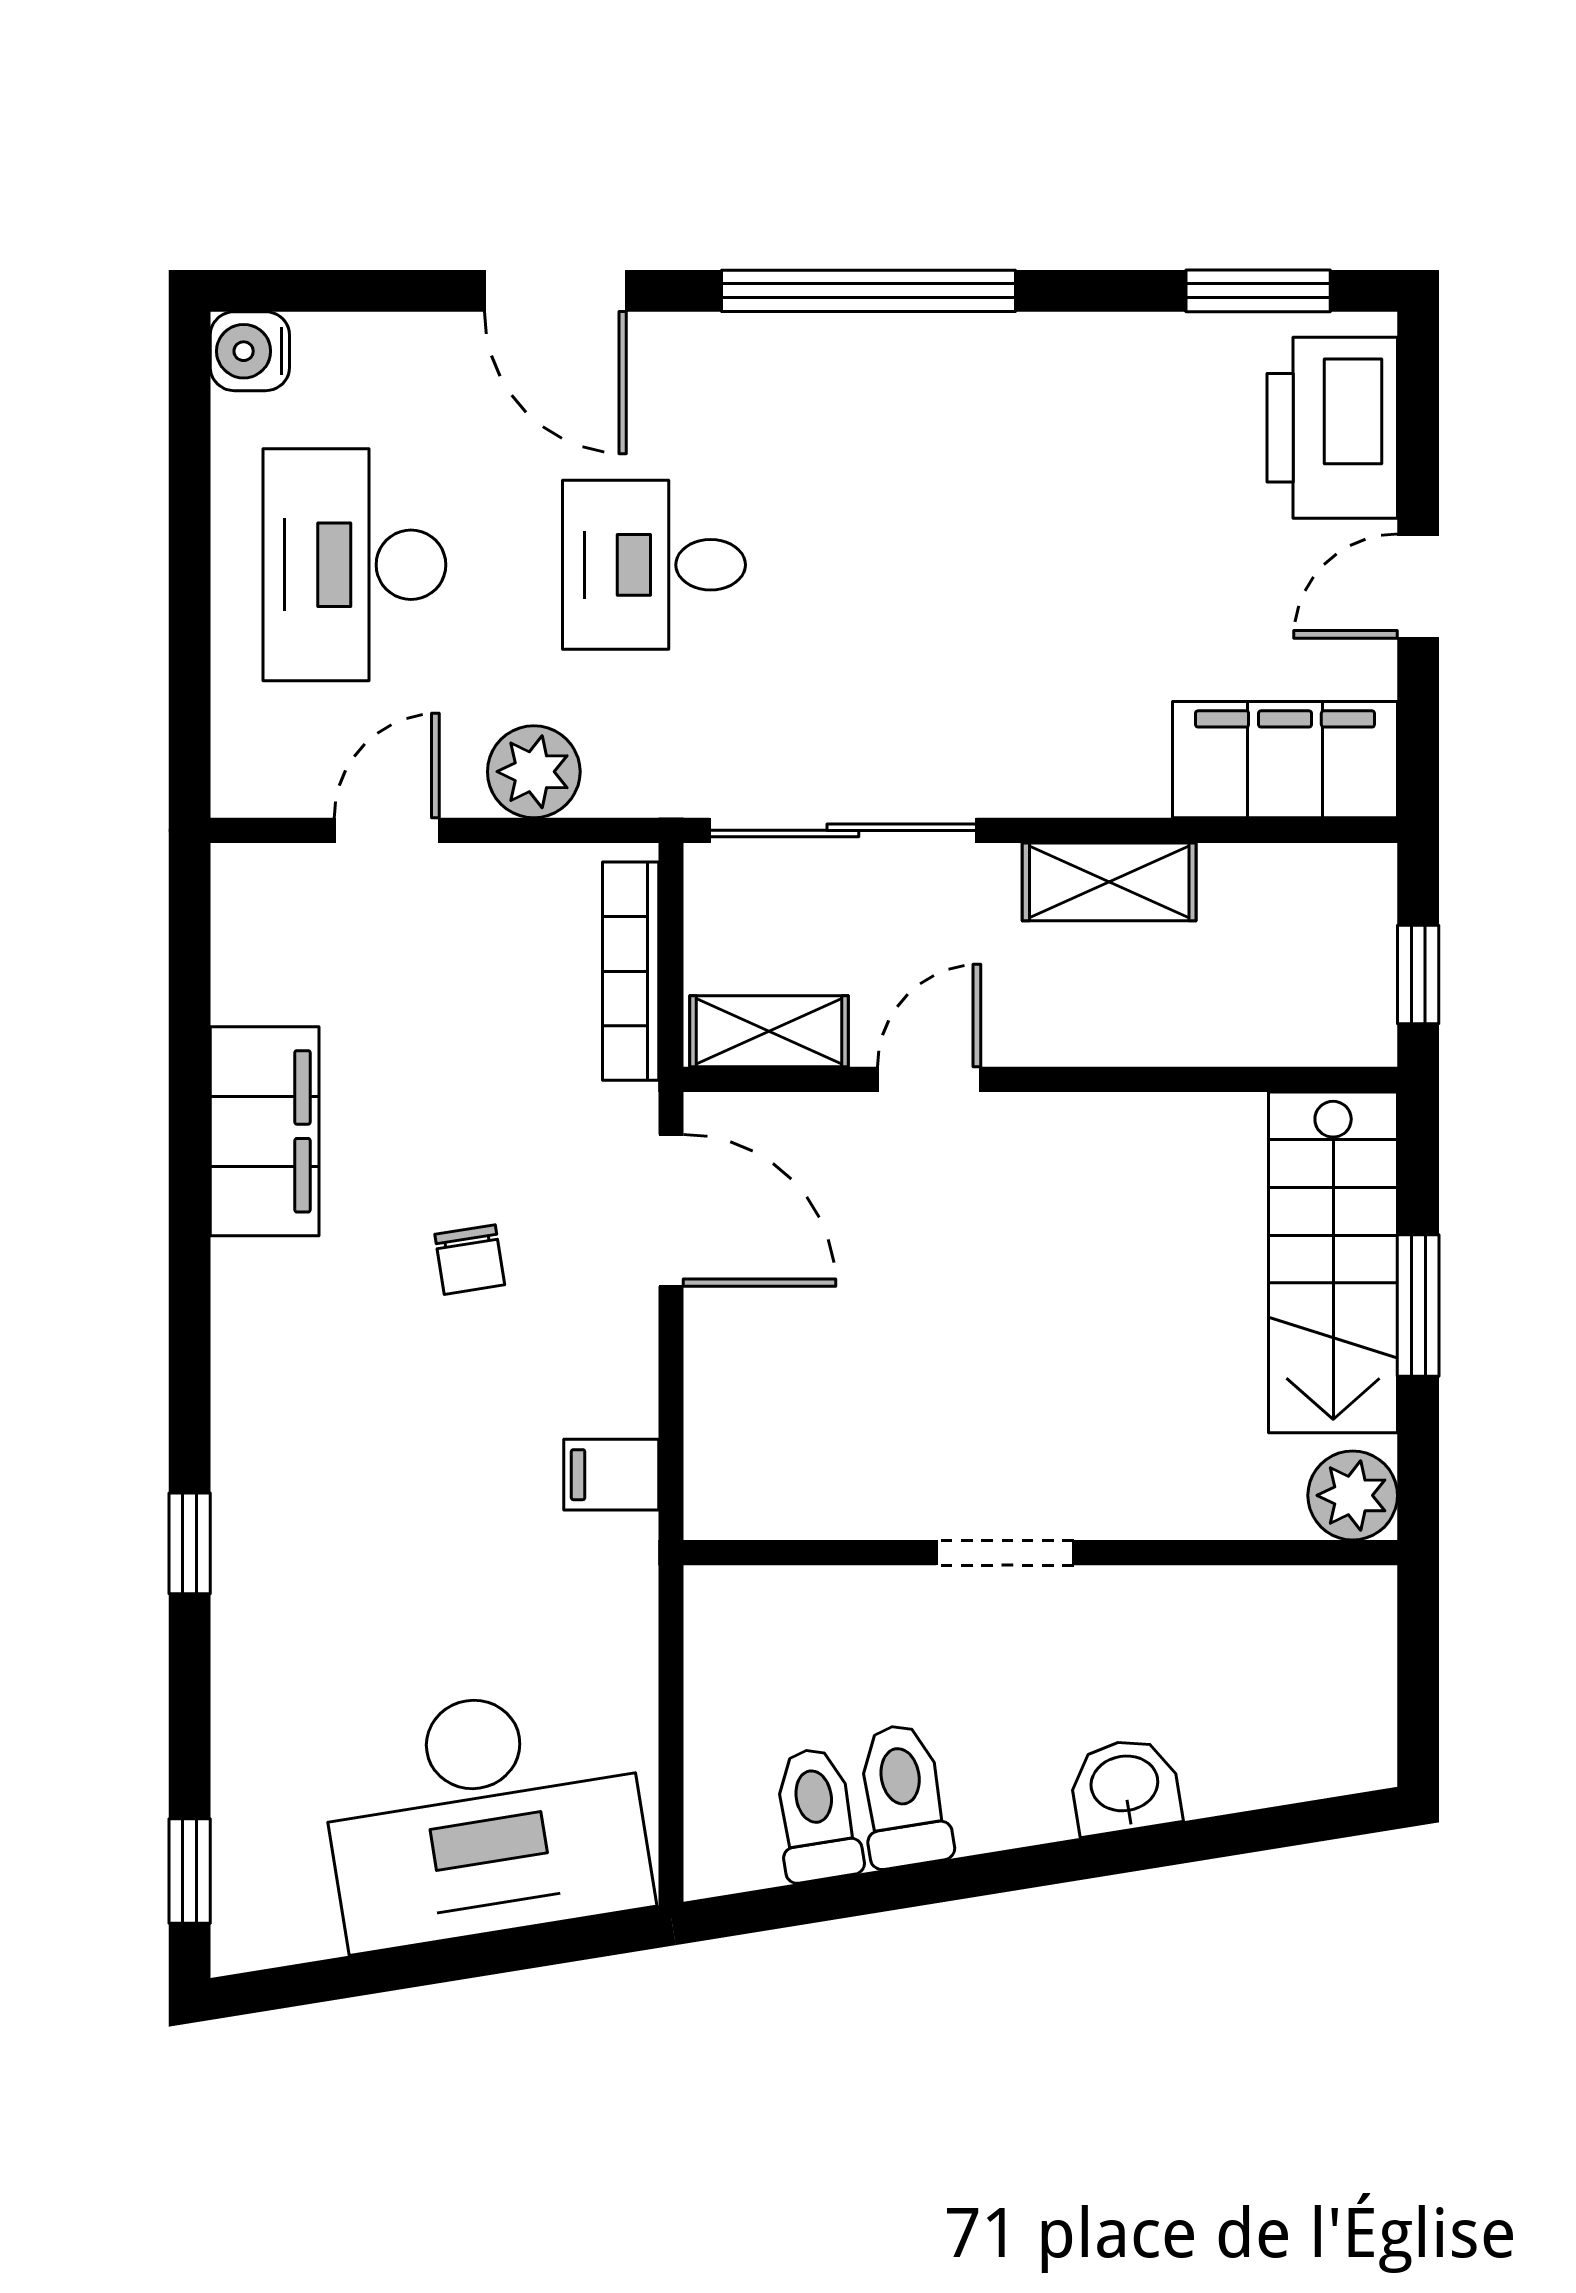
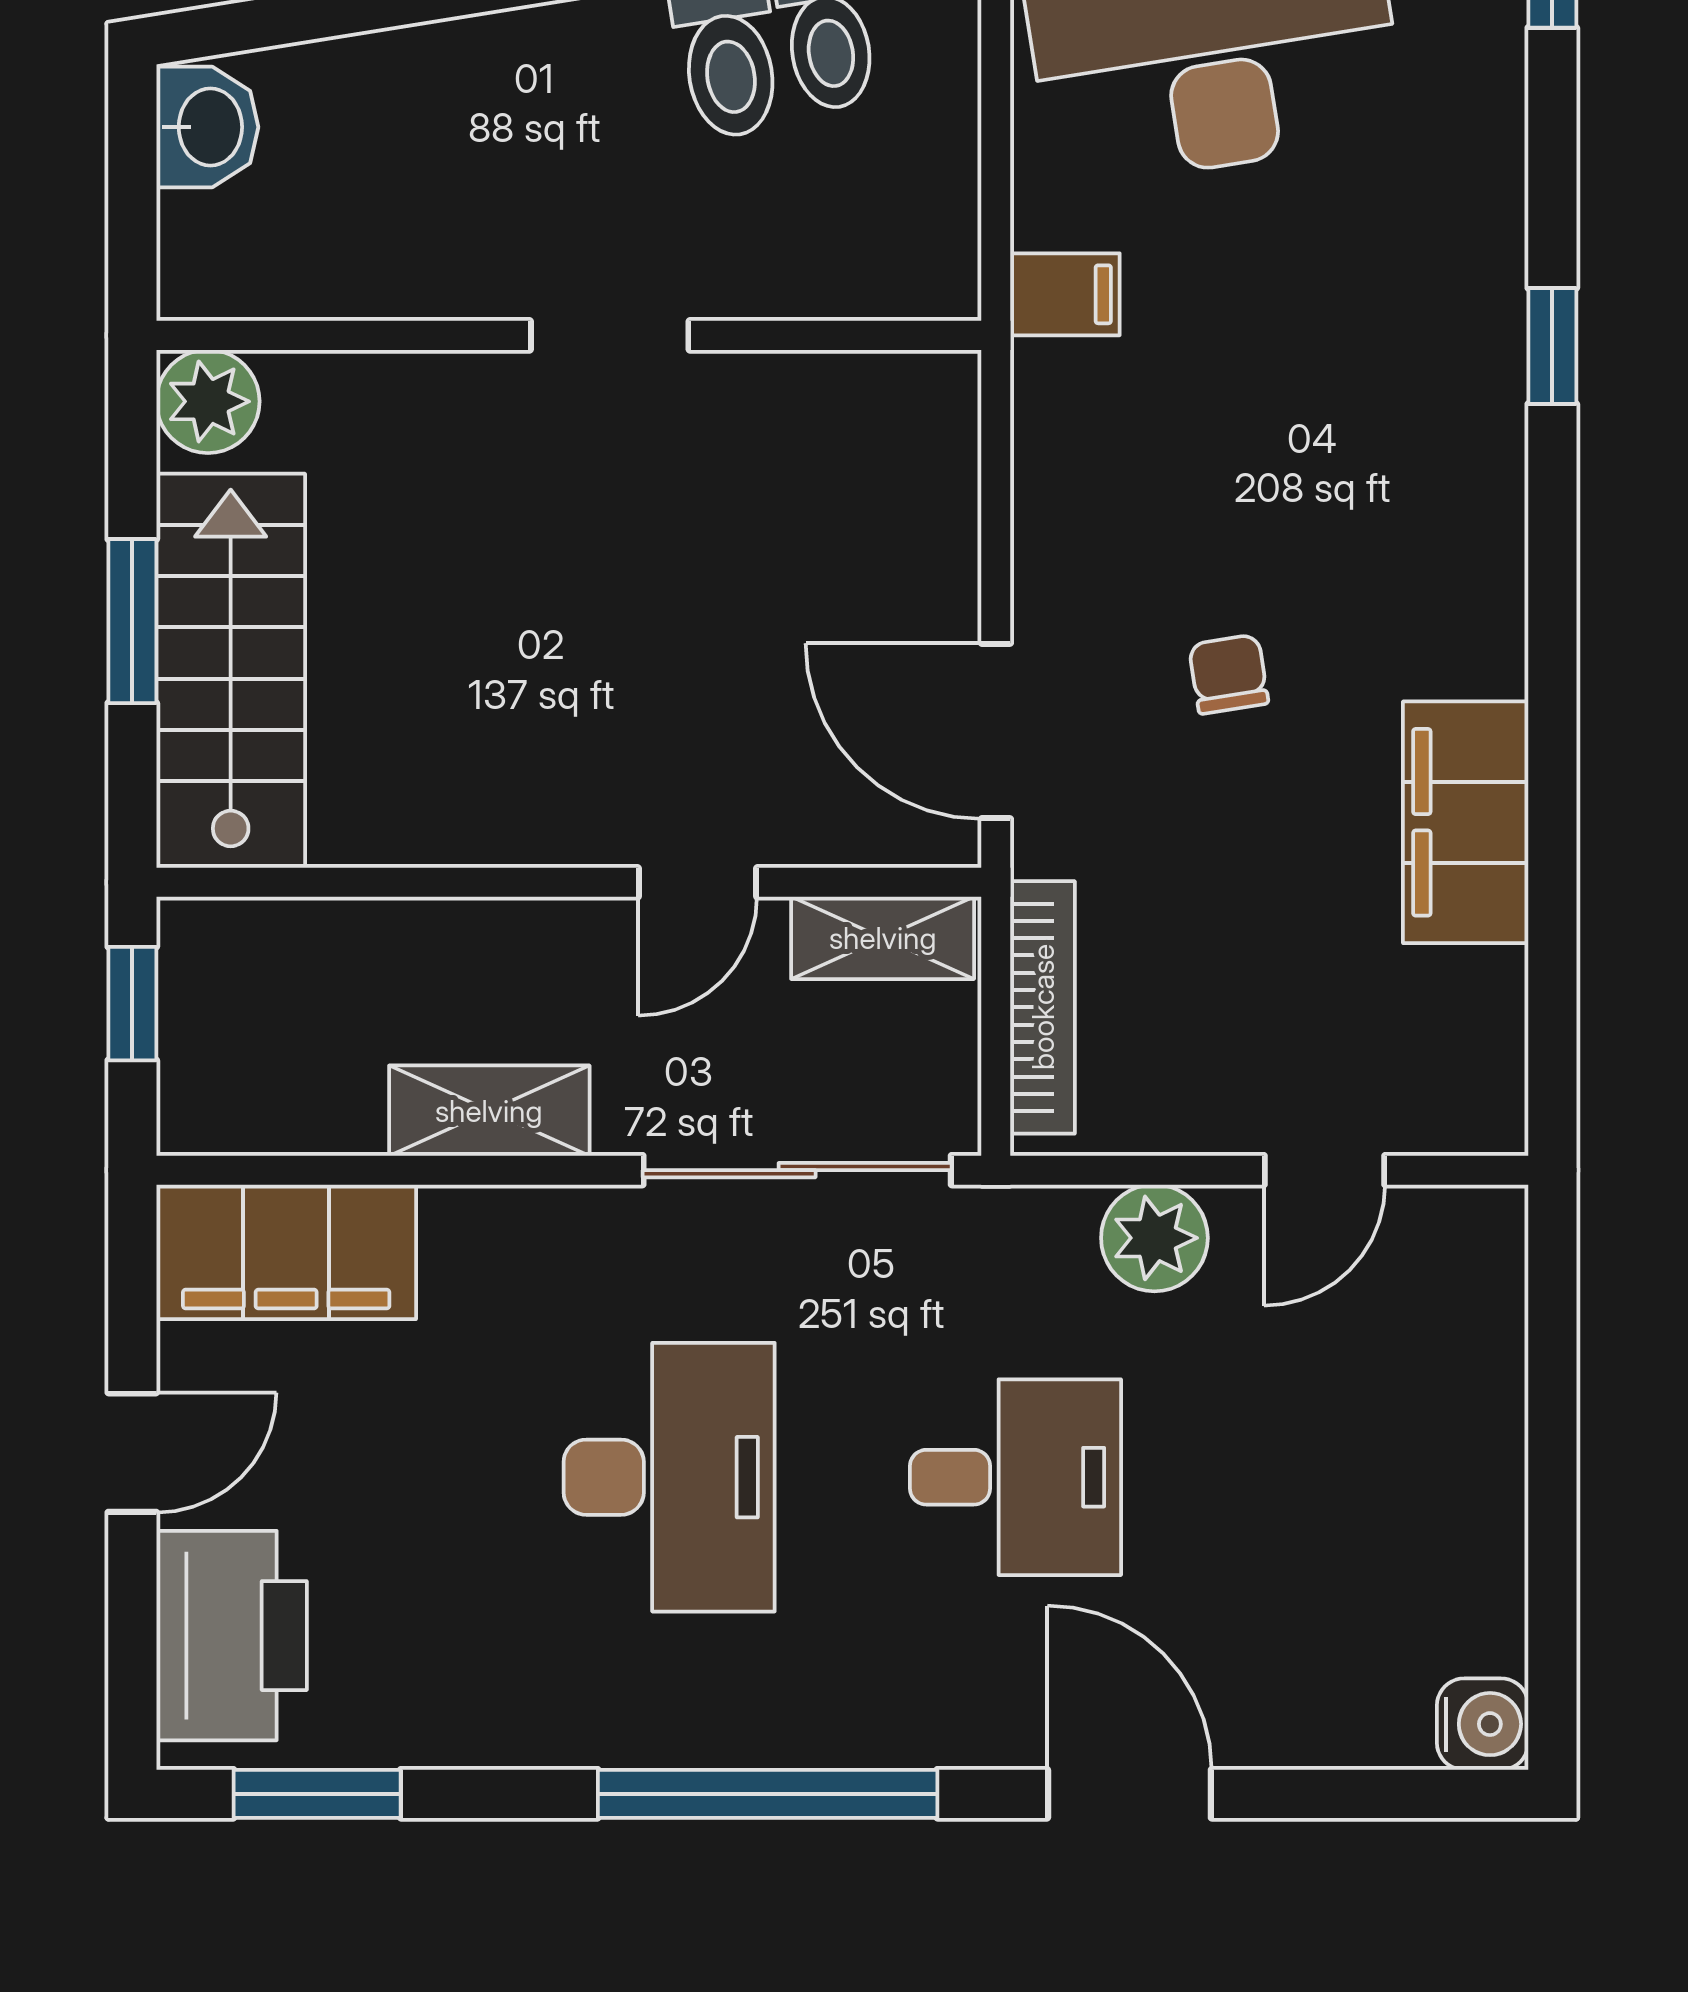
desk: (354, 565) -> (669, 1477), moved
filing cabinet: (611, 1475) -> (1065, 294), moved
washbasin: (1125, 1786) -> (207, 127), moved, turned -81

